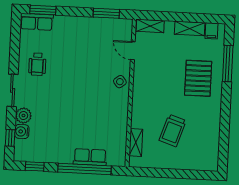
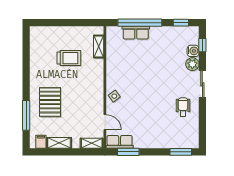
row of seats: (37, 22) -> (120, 142), moved
trolley: (173, 130) -> (69, 58), turned 72

